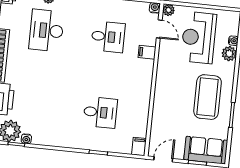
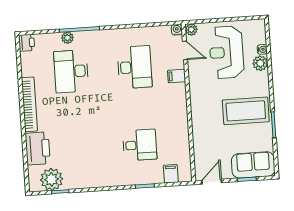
desk: (108, 37) -> (135, 67), width x1.37
coffee table: (208, 97) -> (246, 111), turned 90
water cooler: (26, 139) -> (69, 185), removed
filing cabinet: (139, 146) -> (171, 174), moved

